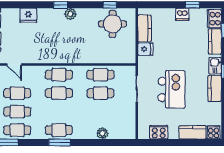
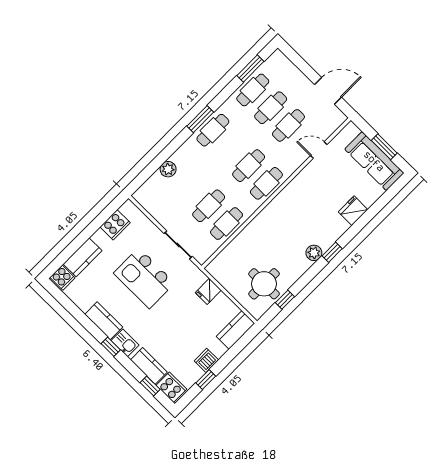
kitchen counter: (145, 28) -> (236, 330), moved, turned 90

